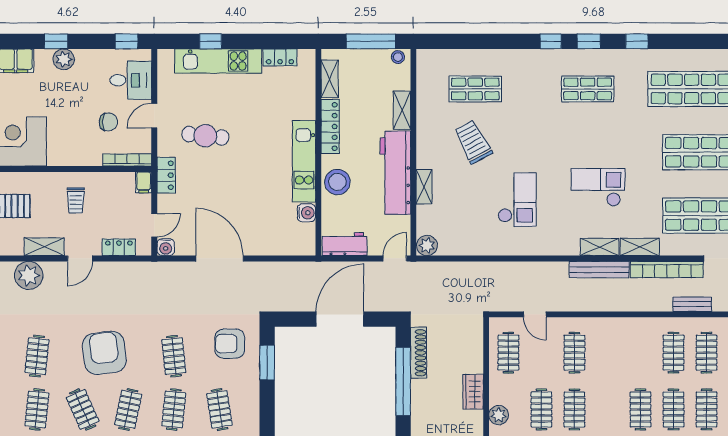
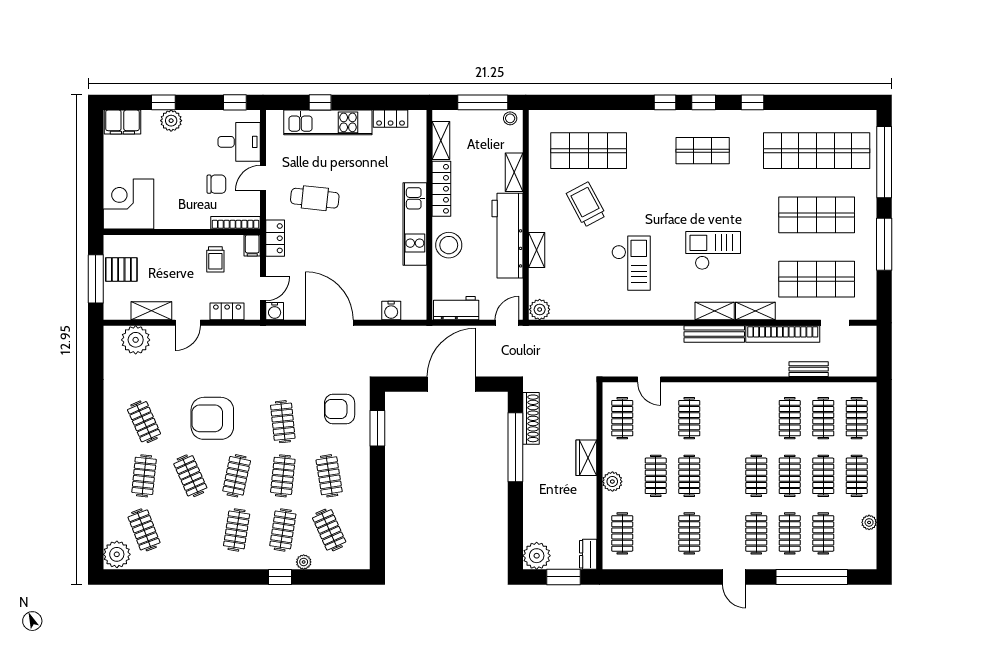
shop shelf: (475, 89) -> (589, 151), width x1.43, depth x1.36
trolley: (76, 200) -> (215, 259), moved
water cooler: (306, 213) -> (391, 311), moved, turned 90
armchair: (104, 353) -> (212, 418), turned -83
clothes rail: (37, 356) -> (144, 422), turned -30

